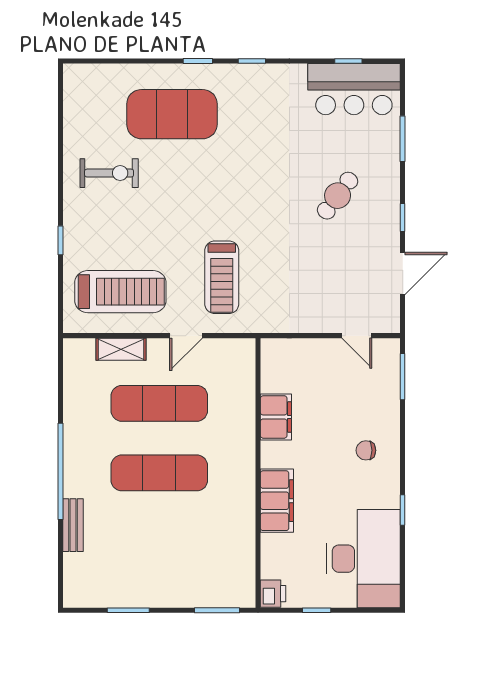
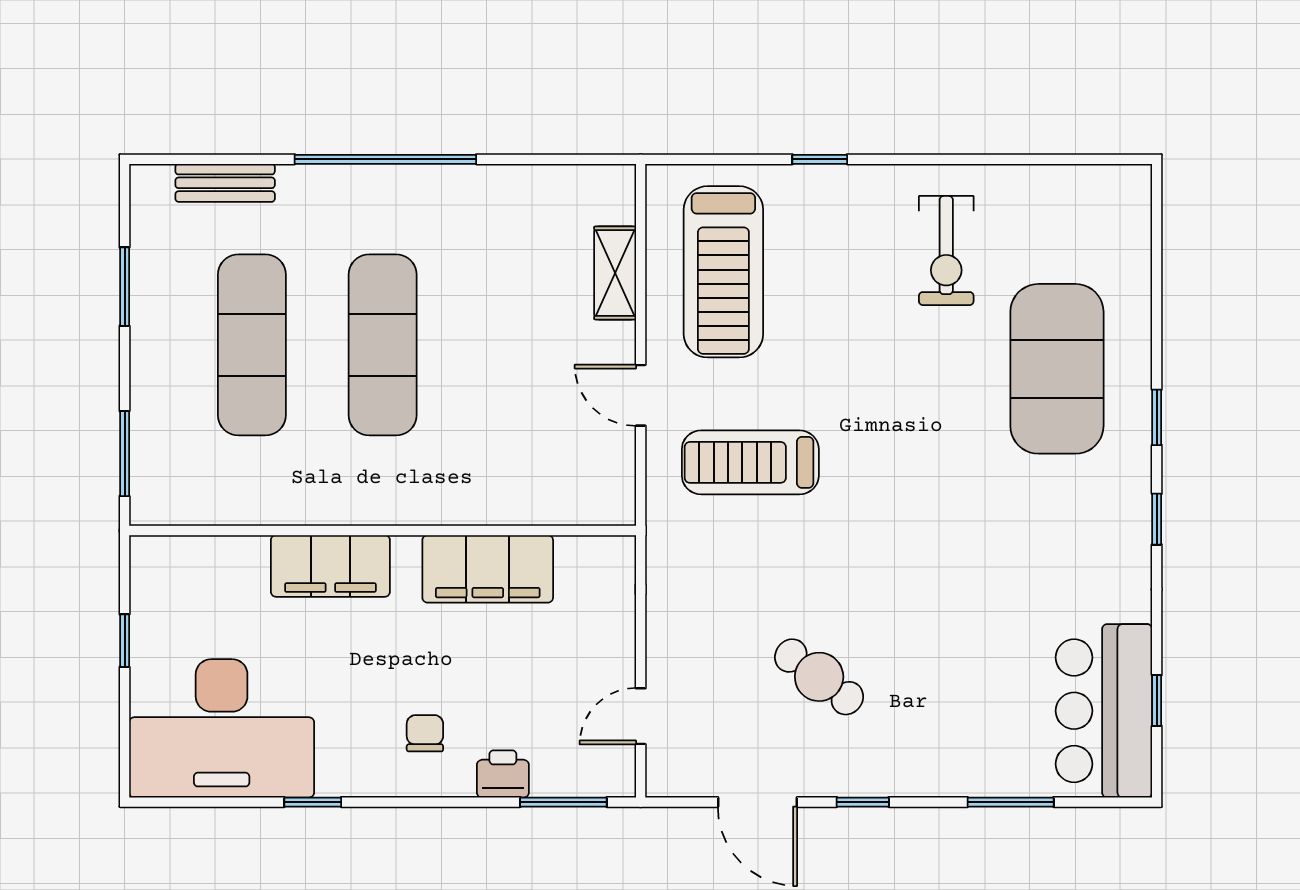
cafe table: (338, 196) -> (819, 677), moved
exercise mat: (159, 403) -> (252, 345), moved
filing cabinet: (276, 417) -> (488, 569), width x1.50, depth x1.17
bench: (73, 525) -> (225, 183), moved
printer: (273, 594) -> (503, 774), moved, turned 180

